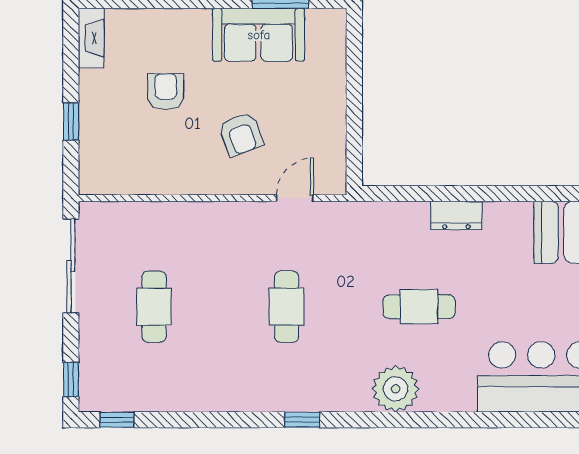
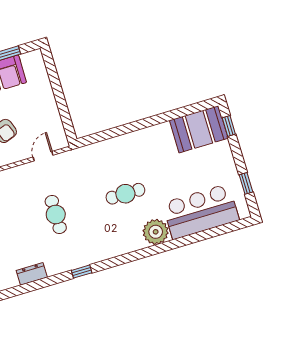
dresser: (456, 216) -> (32, 274), moved, turned 180
plant: (395, 389) -> (156, 232), moved

